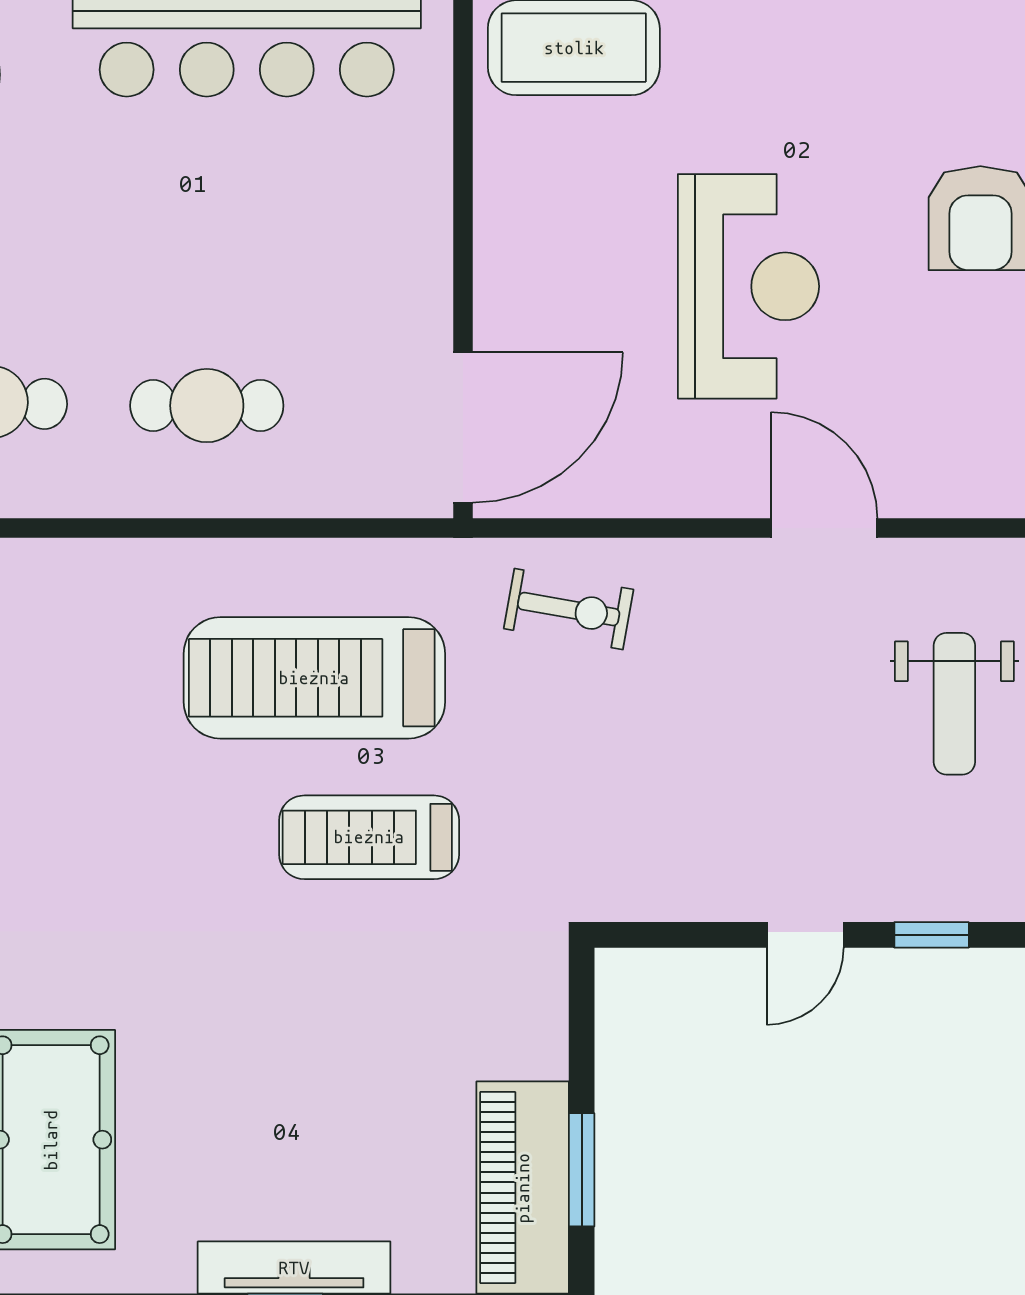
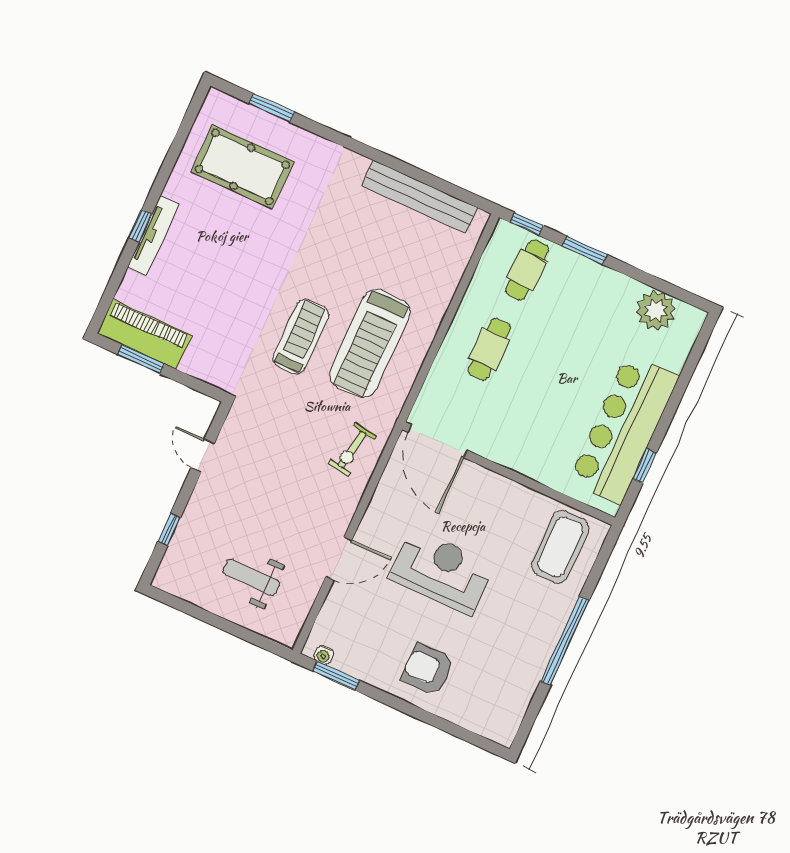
reception desk: (748, 286) -> (442, 571), turned 180
treadmill: (314, 678) -> (370, 343), turned 180
door: (805, 935) -> (203, 456), moved

